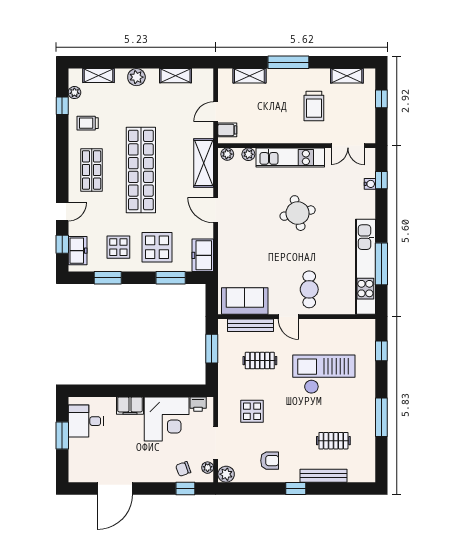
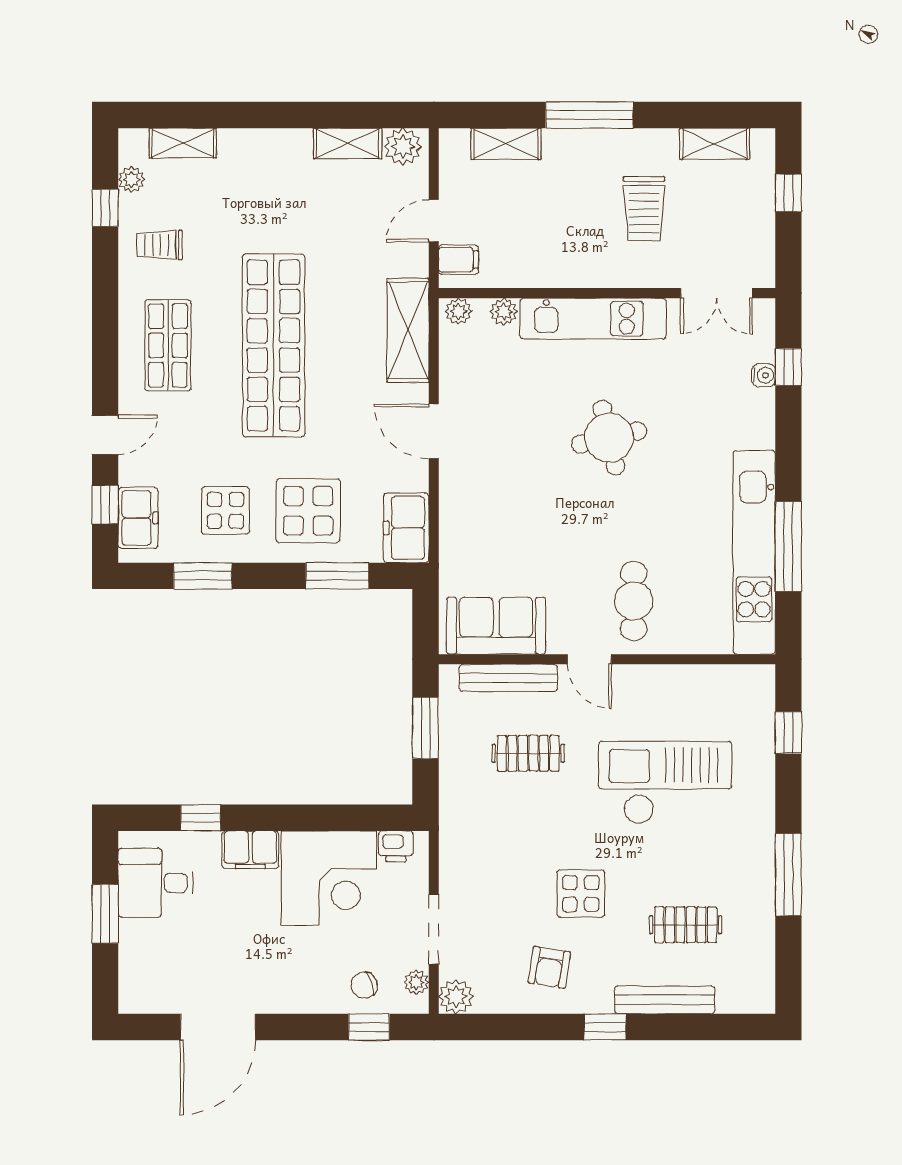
plant: (136, 77) -> (403, 147), moved
window: (107, 391) -> (201, 818), added
display table: (252, 411) -> (581, 894), moved
armchair: (270, 461) -> (549, 967), turned 99

